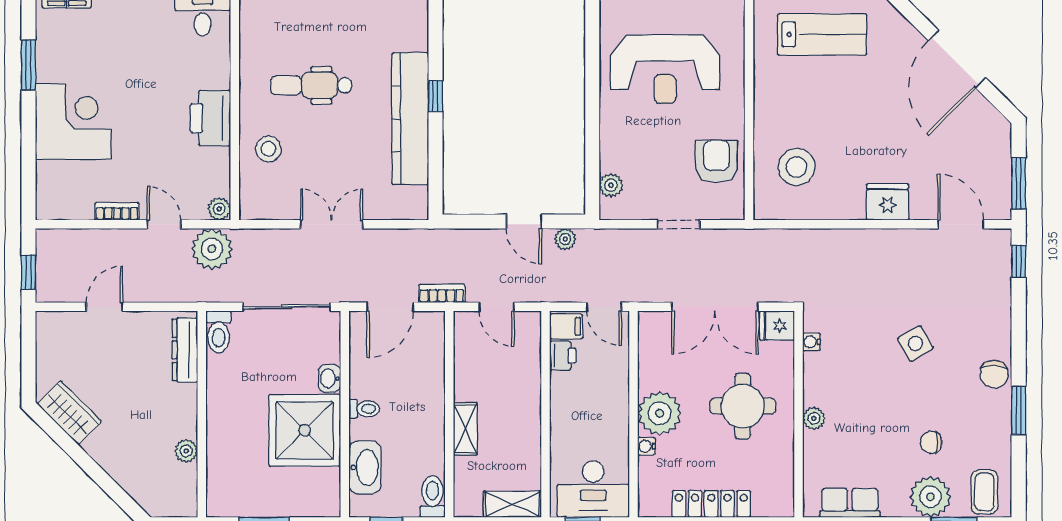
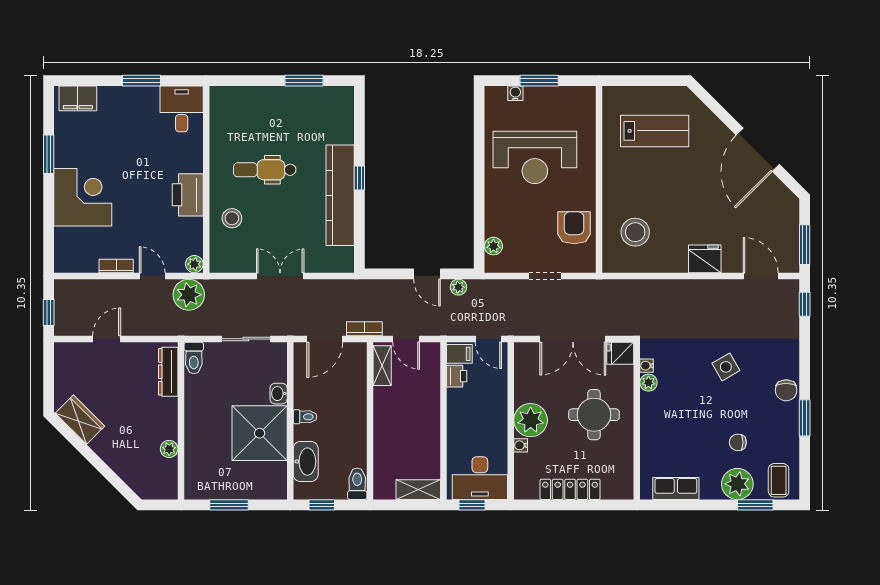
sliding door: (287, 307) -> (246, 339), width x0.73
plant: (814, 418) -> (648, 383), moved
shelving: (465, 429) -> (382, 366), moved

